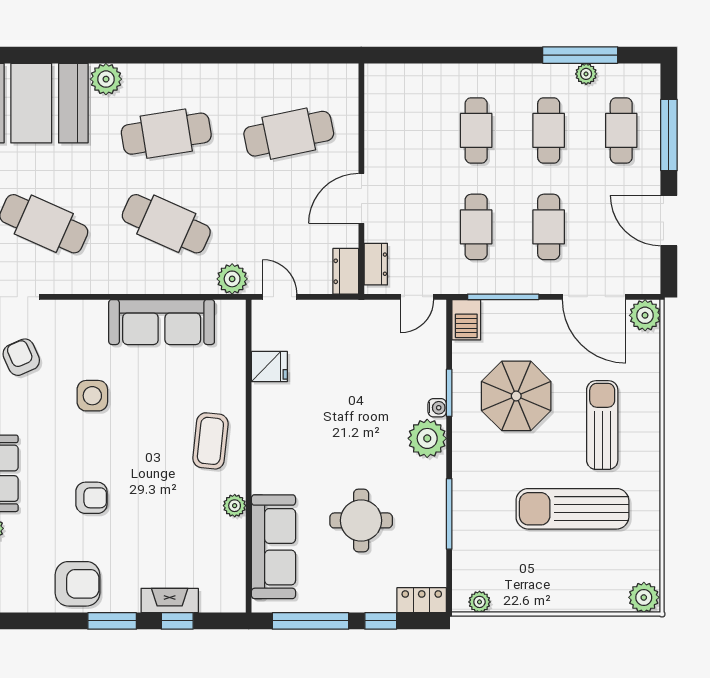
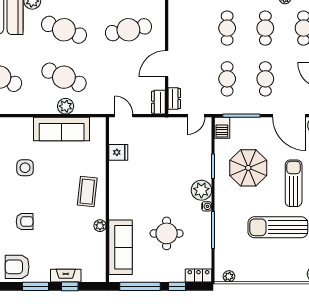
cafe table: (166, 134) -> (64, 30), turned 30
plant: (232, 279) -> (66, 106), moved
water cooler: (437, 408) -> (207, 206), moved
armchair: (77, 584) -> (17, 267), turned 180

